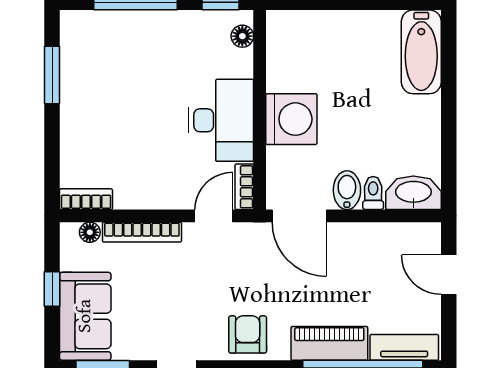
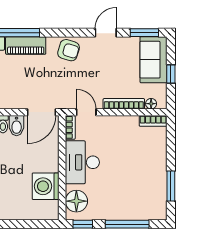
floor lamp: (242, 36) -> (76, 201), width x1.89, depth x1.89
washing machine: (291, 119) -> (46, 186), moved
door: (214, 216) -> (86, 112), swing flipped
door: (299, 216) -> (42, 112), swing flipped
armchair: (248, 334) -> (69, 50), turned -73

